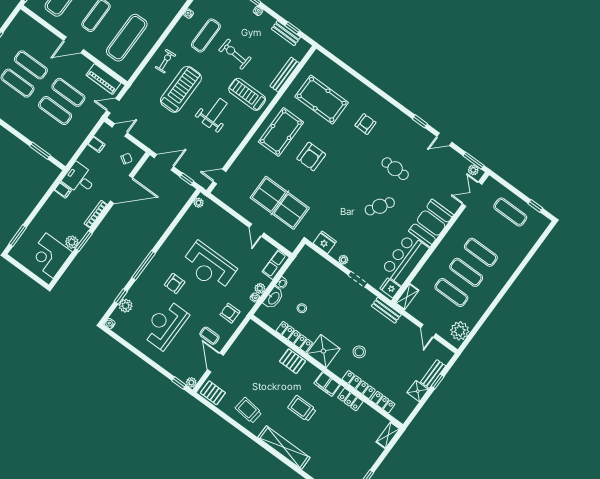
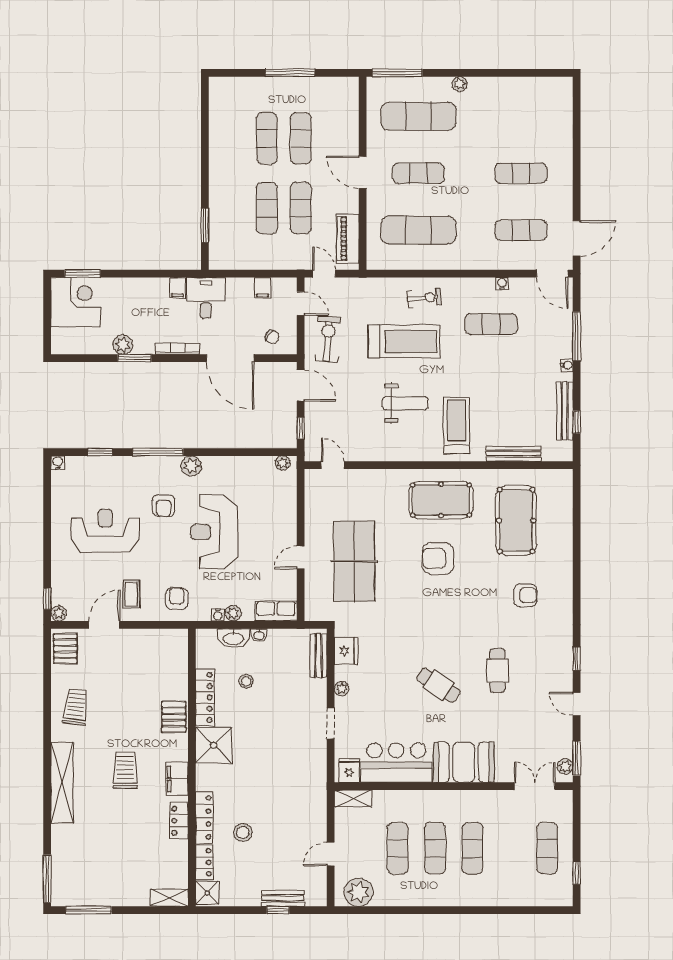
bench: (286, 33) -> (565, 411), width x1.36
exercise bike: (235, 54) -> (328, 339), moved
corner desk: (50, 256) -> (76, 302), moved, turned 90
armchair: (175, 283) -> (164, 506), turned -90
plant: (126, 306) -> (191, 466), moved
bench: (386, 310) -> (319, 655), moved
stool: (359, 352) -> (243, 832), moved
shower: (418, 391) -> (207, 893), moved

